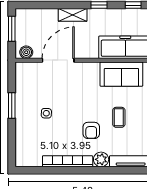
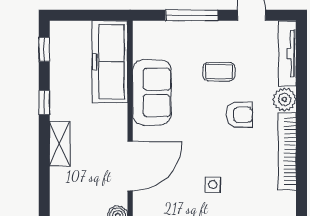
door: (58, 60) -> (130, 166), swing flipped
sofa: (121, 74) -> (152, 92), moved

